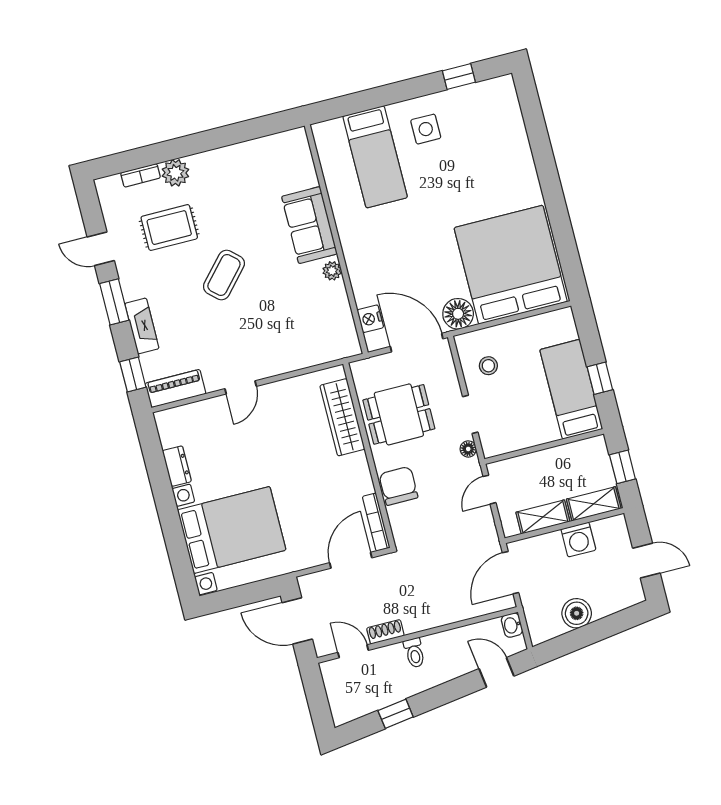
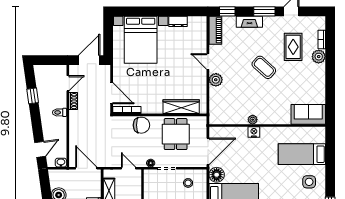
sofa: (309, 225) -> (308, 114), moved
nightstand: (370, 319) -> (254, 132), moved
plant: (272, 363) -> (216, 80), added

